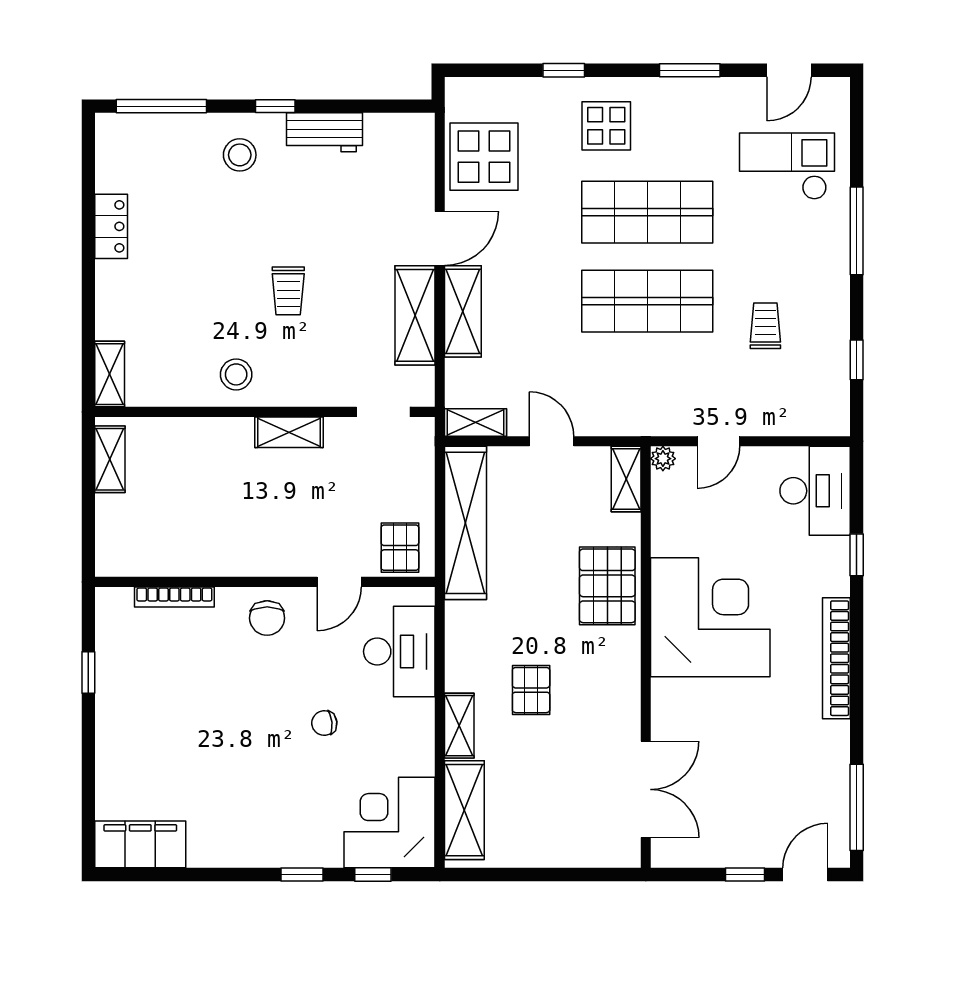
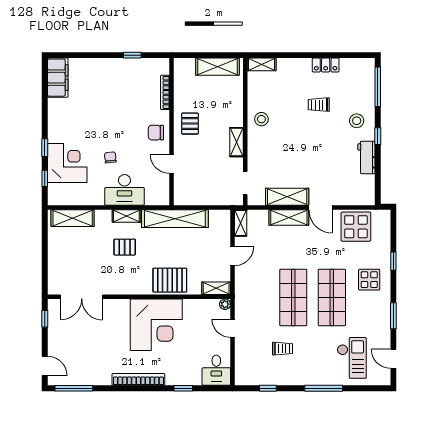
trolley: (288, 291) -> (319, 105), moved
shelving: (110, 459) -> (217, 67), width x1.50, depth x1.33
desk: (815, 491) -> (216, 370), width x0.73
shelving: (466, 523) -> (175, 219), moved
pallet: (400, 548) -> (190, 124), moved, turned 90
desk: (399, 652) -> (124, 190), moved
shelving: (459, 726) -> (126, 216), moved
corner desk: (389, 823) -> (67, 163), moved
window: (745, 874) -> (45, 319), moved

